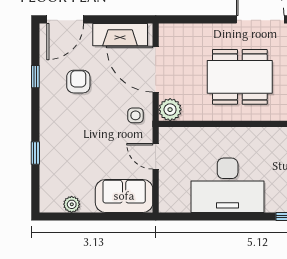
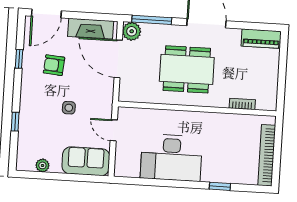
window: (194, 19) -> (152, 20), added
armchair: (78, 82) -> (54, 65), turned -85
plant: (170, 110) -> (132, 31), moved
side table: (135, 115) -> (69, 108), moved

